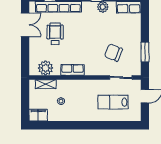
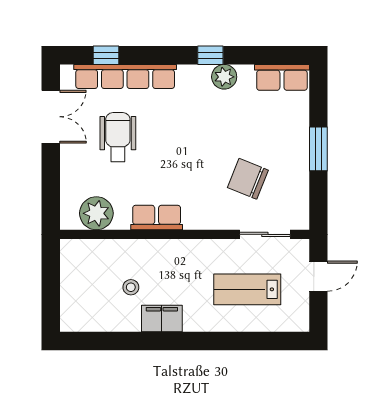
window: (145, 52) -> (318, 149), moved
shelving: (46, 84) -> (97, 249), removed
filing cabinet: (38, 115) -> (162, 319), moved

